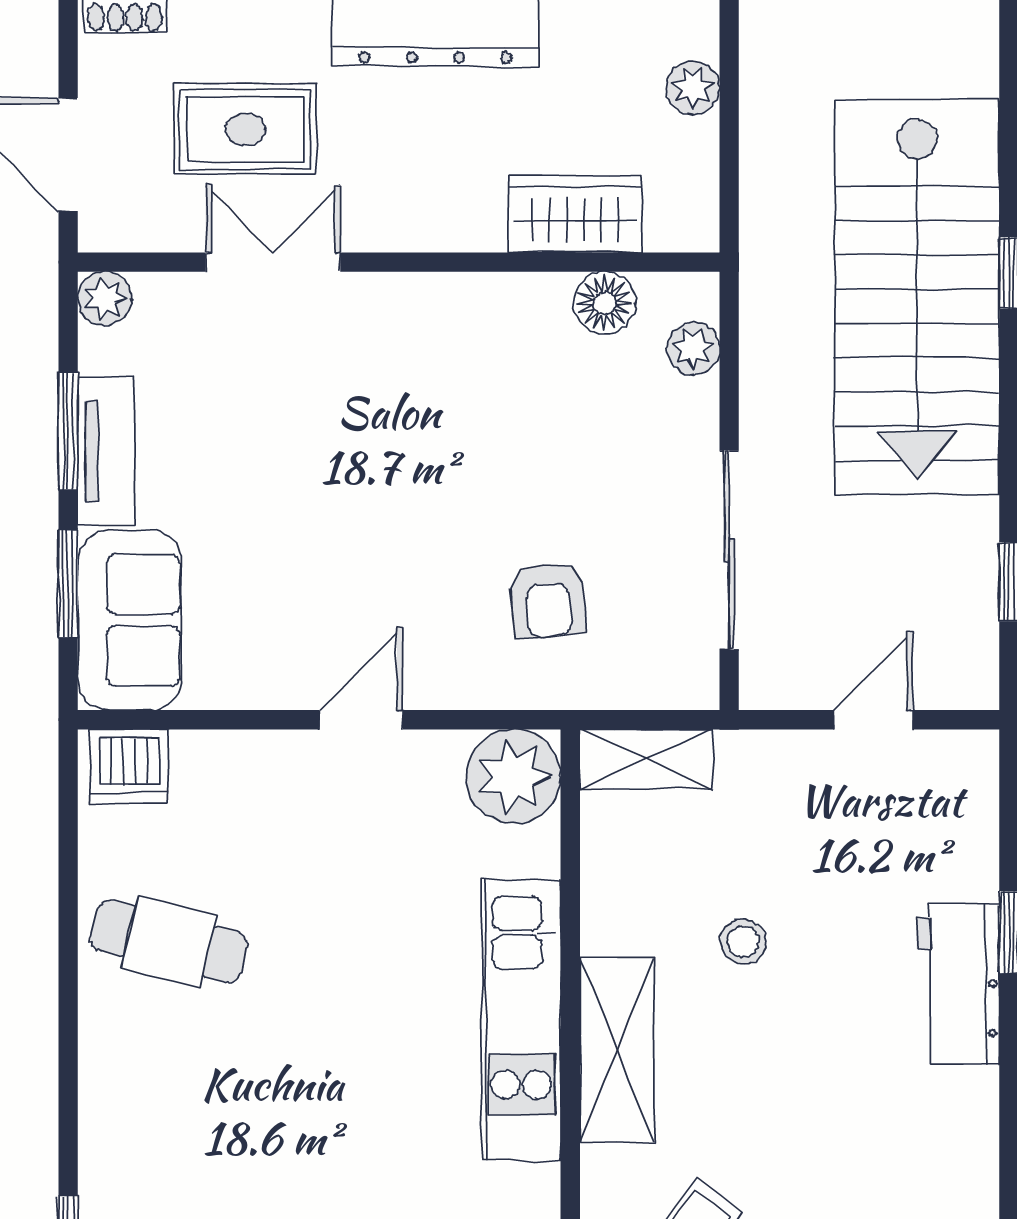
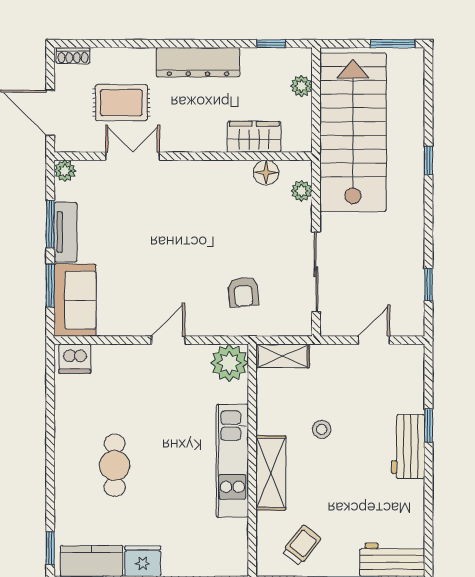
stairs: (917, 297) -> (353, 132), moved, turned 180
cafe table: (169, 941) -> (115, 465), moved, turned 76

